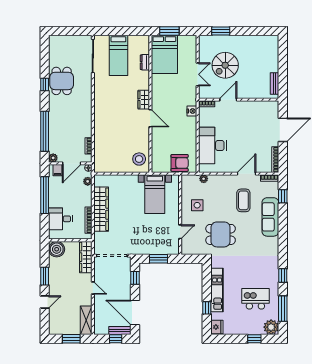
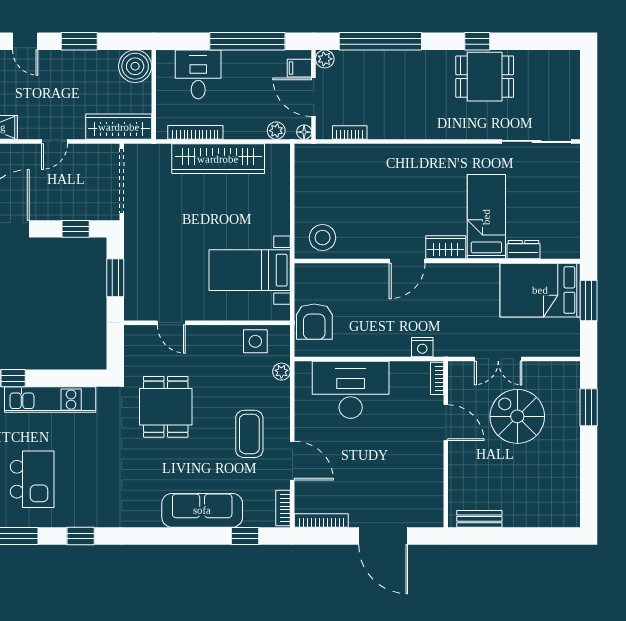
bed: (118, 55) -> (486, 217), moved, turned 90
coffee table: (243, 200) -> (249, 434), moved, turned 90
side table: (197, 205) -> (255, 341), moved

